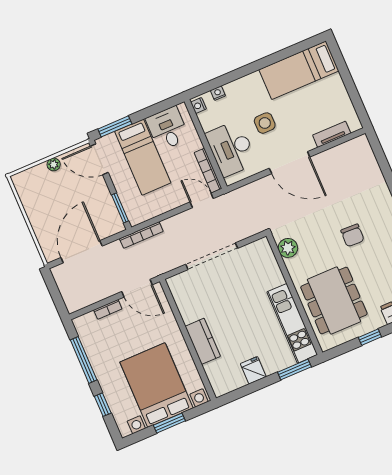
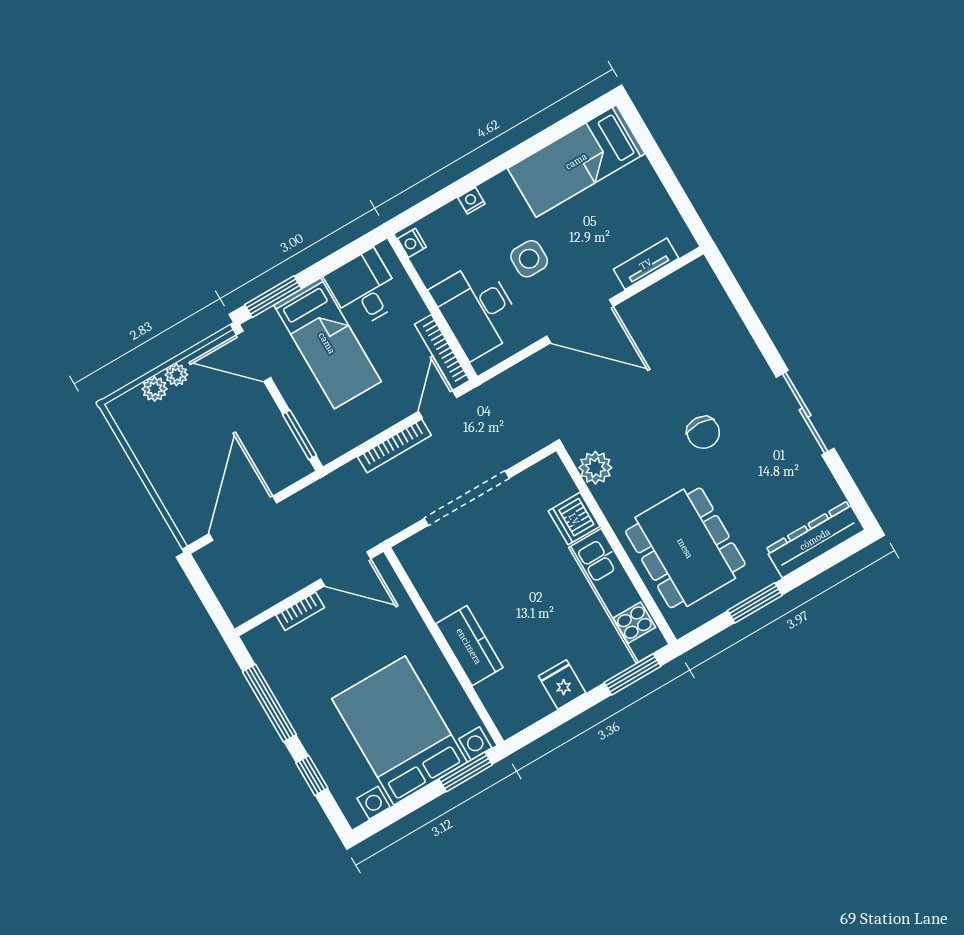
nightstand: (218, 93) -> (471, 201), moved
plant: (40, 171) -> (155, 389), added
door: (202, 200) -> (438, 404), hinge flipped
bookcase: (141, 235) -> (394, 446), moved
dishwasher: (272, 276) -> (574, 519), added
window: (370, 337) -> (755, 603), width x1.50
window: (169, 423) -> (466, 772), moved

